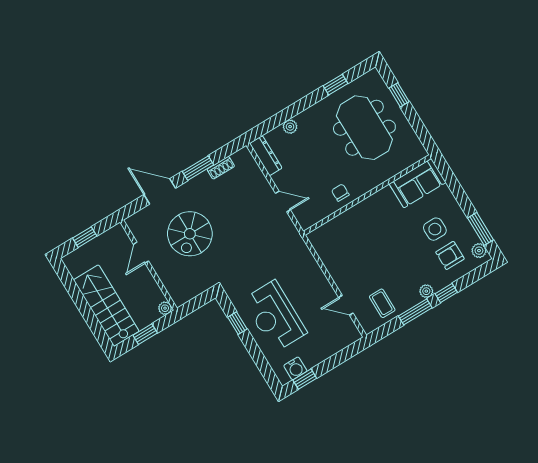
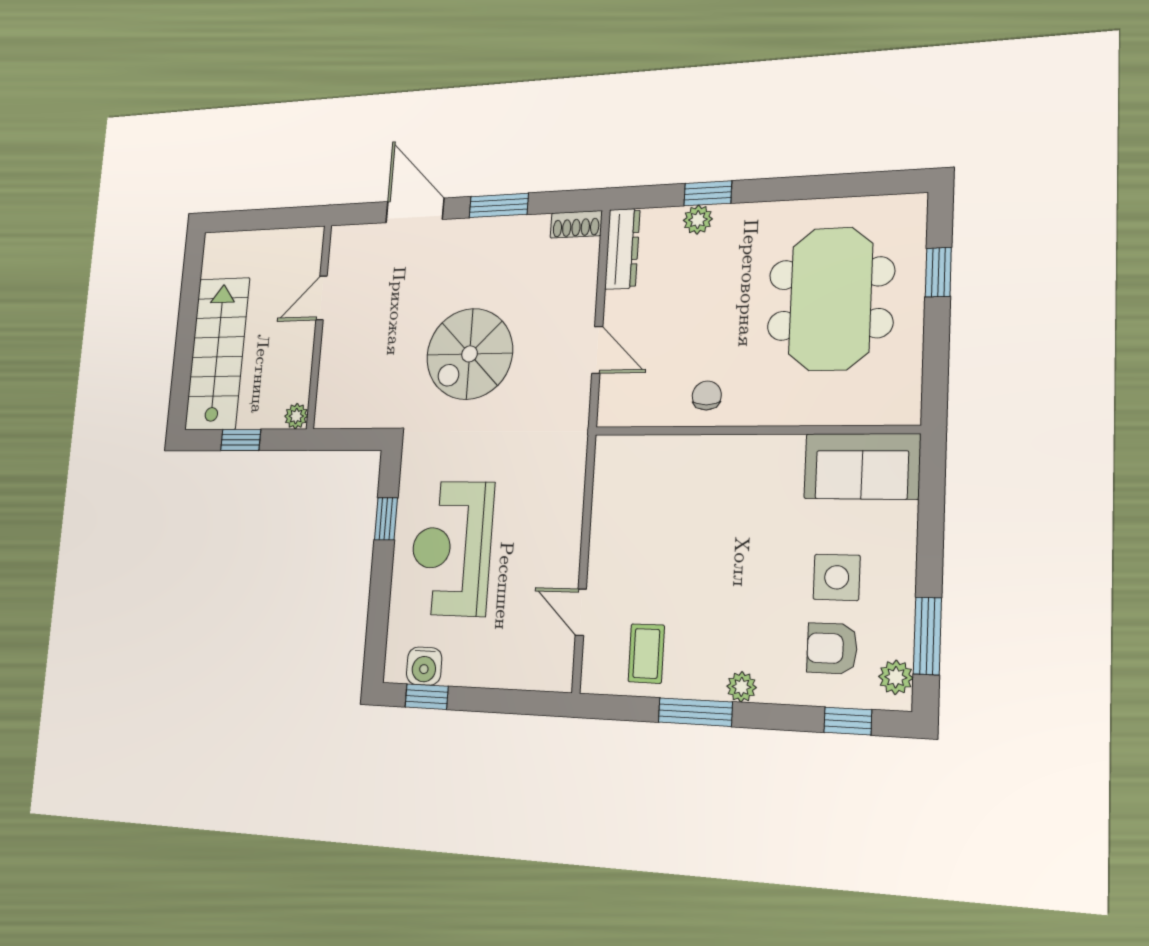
window: (335, 85) -> (708, 193), moved
shoe rack: (221, 168) -> (576, 224), moved
spiral stairs: (190, 234) -> (470, 354), moved
window: (85, 237) -> (260, 219), removed
window: (446, 293) -> (848, 721), moved

